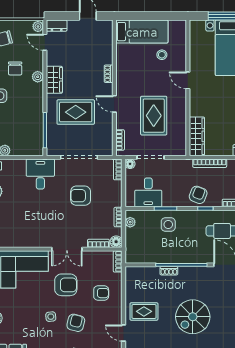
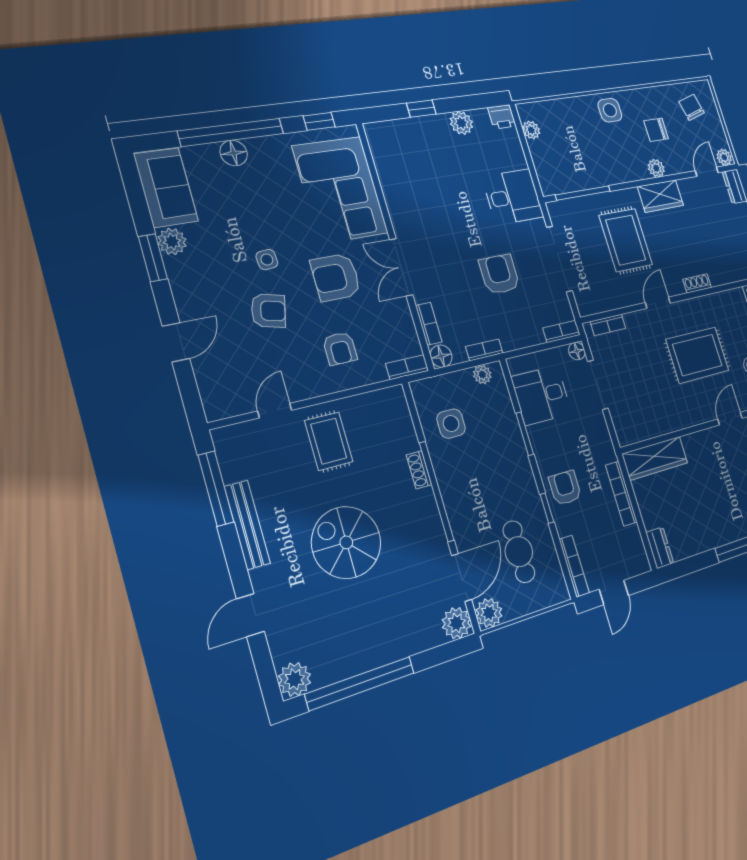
rug: (154, 116) -> (697, 355), moved
armchair: (198, 195) -> (565, 488), turned -111
side table: (168, 225) -> (451, 424), moved
armchair: (66, 285) -> (336, 277), turned 90

